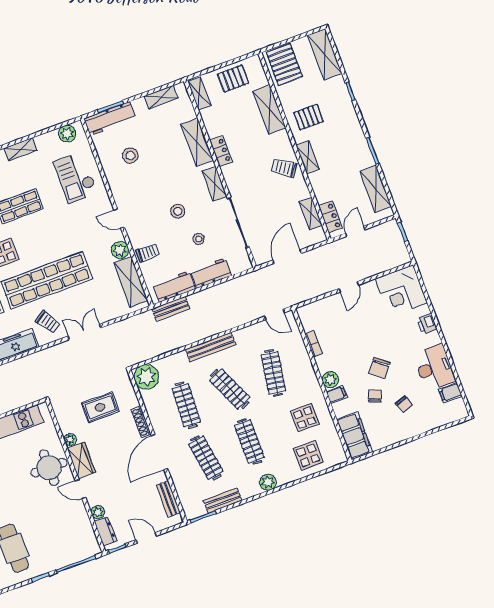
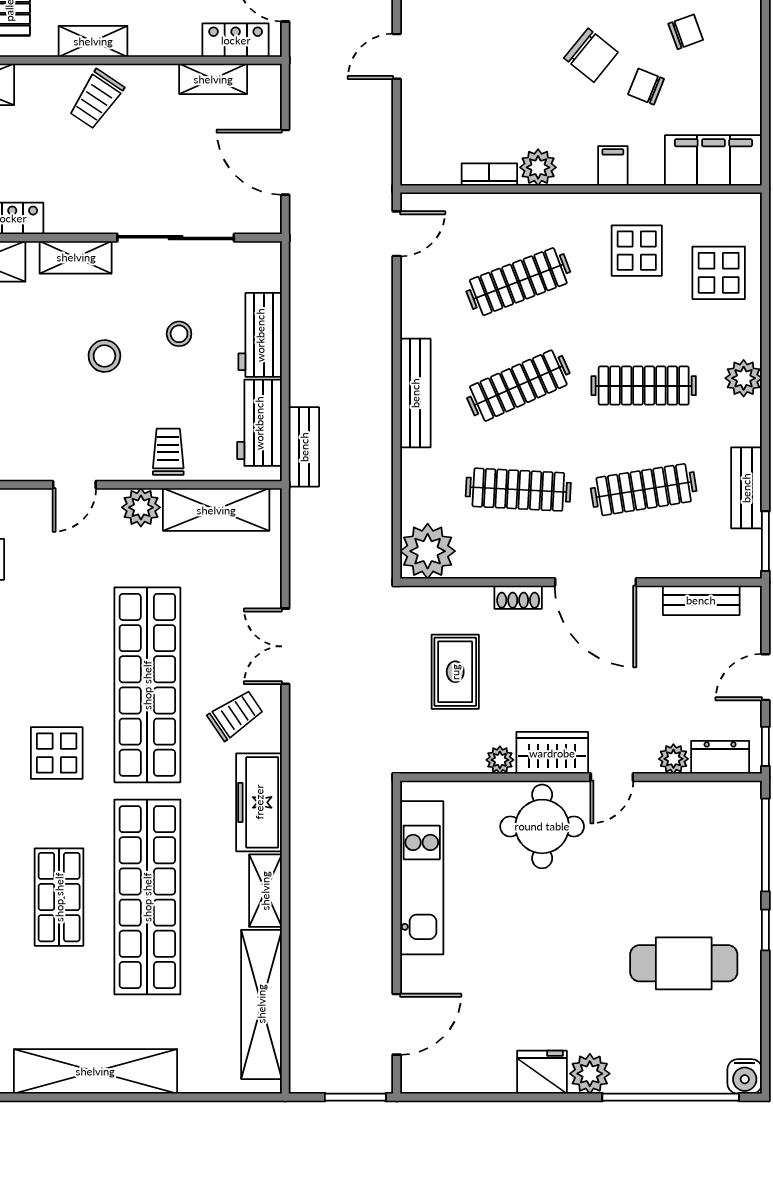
door: (349, 287) -> (397, 56), swing flipped
clothes rail: (273, 373) -> (518, 282), turned -30
plant: (330, 380) -> (538, 167), moved
shoe rack: (141, 422) -> (518, 597), width x0.70

